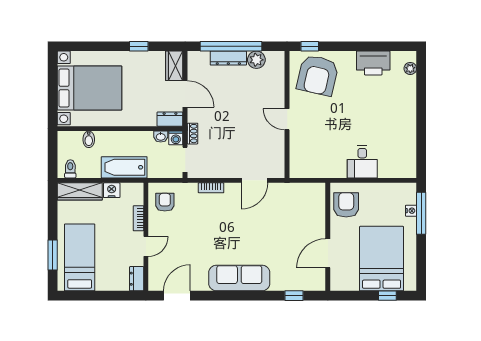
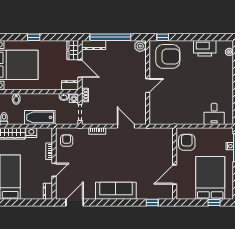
window: (139, 46) -> (34, 37), moved
dresser: (228, 58) -> (94, 45), moved
plant: (256, 60) -> (140, 46), moved
armchair: (318, 75) -> (168, 56), turned -103
door: (287, 119) -> (148, 86), swing flipped
desk: (362, 162) -> (214, 114), moved
door: (254, 180) -> (126, 126), swing flipped

